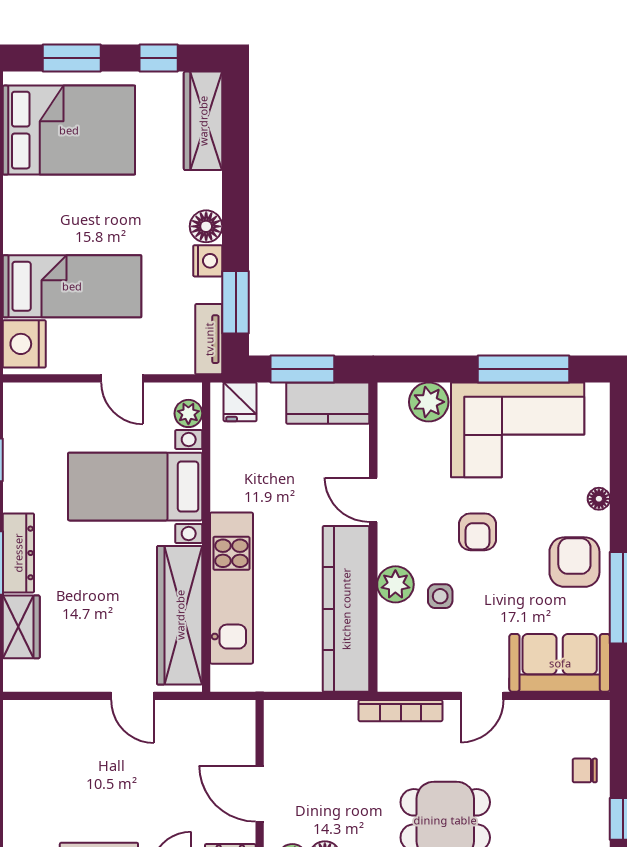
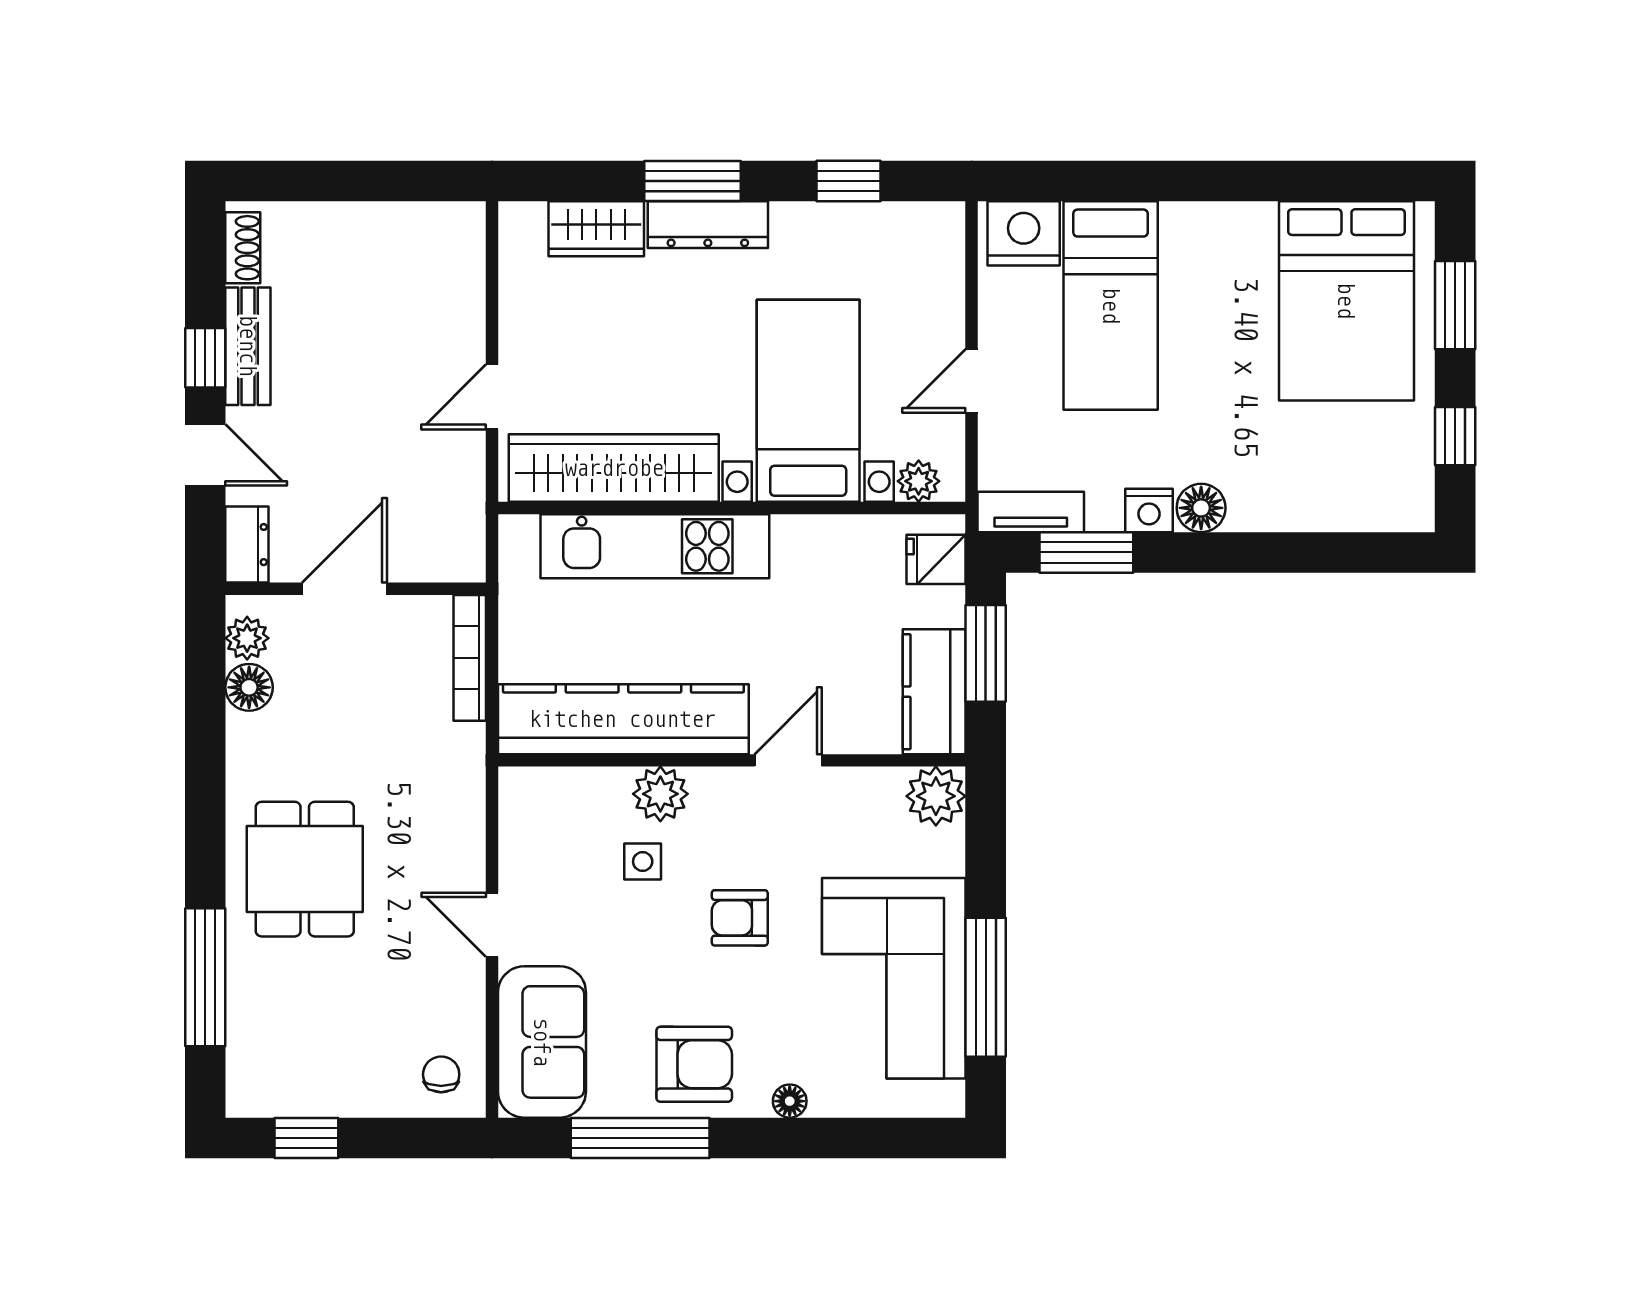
wardrobe: (203, 121) -> (1360, 503), removed
plant: (429, 402) -> (936, 796), moved
bookcase: (401, 711) -> (470, 658), moved
chair: (585, 770) -> (441, 1074), moved

